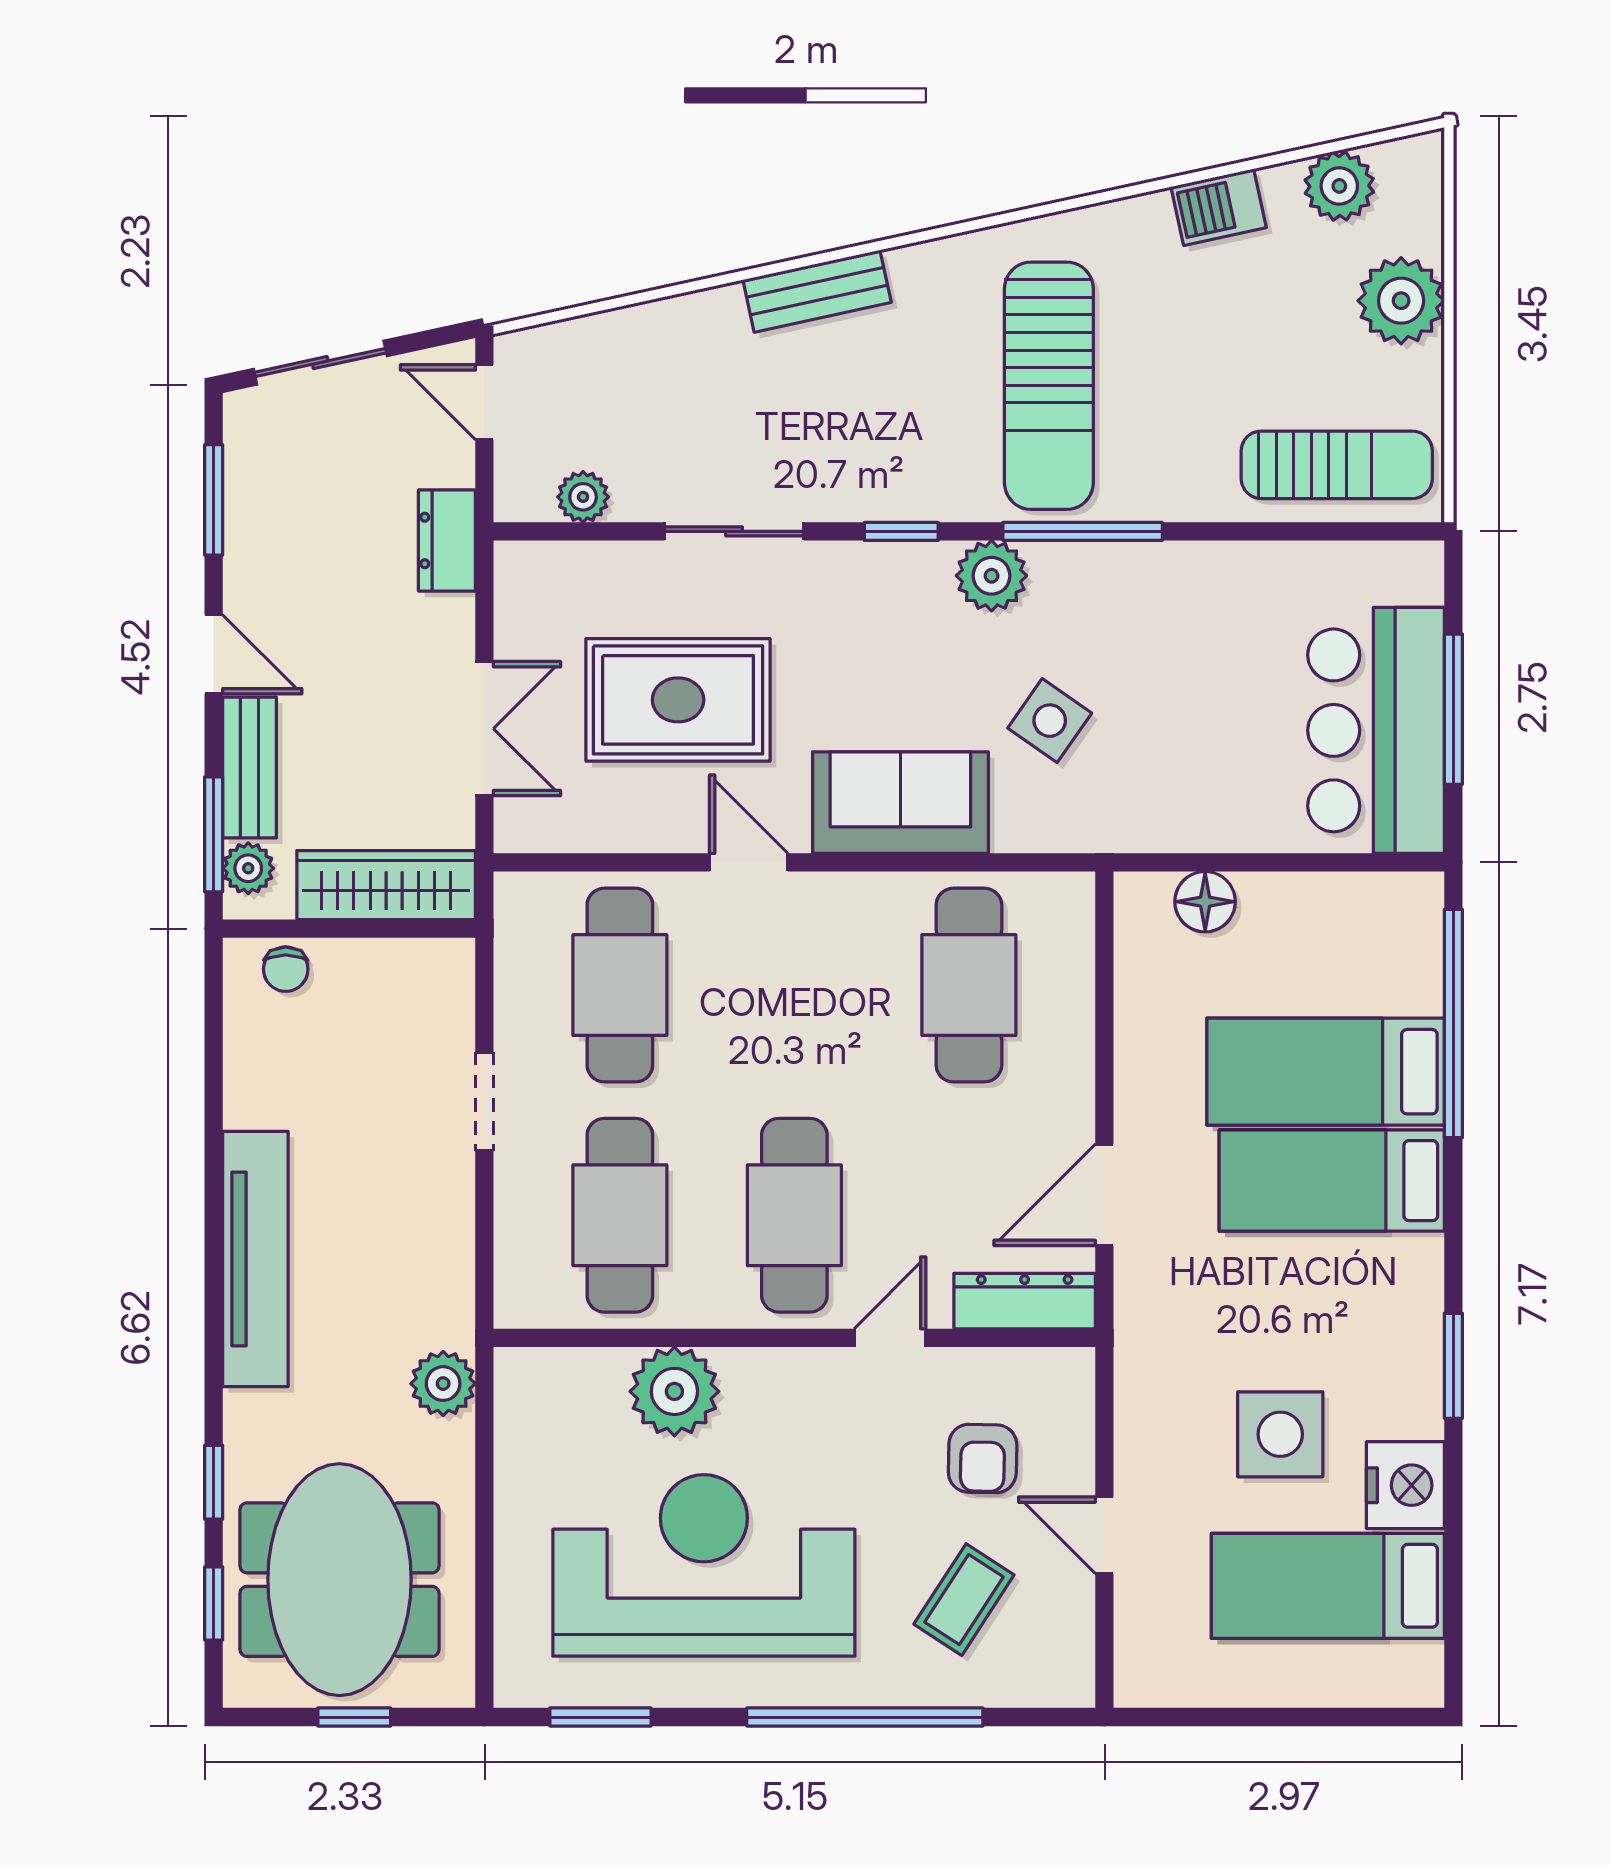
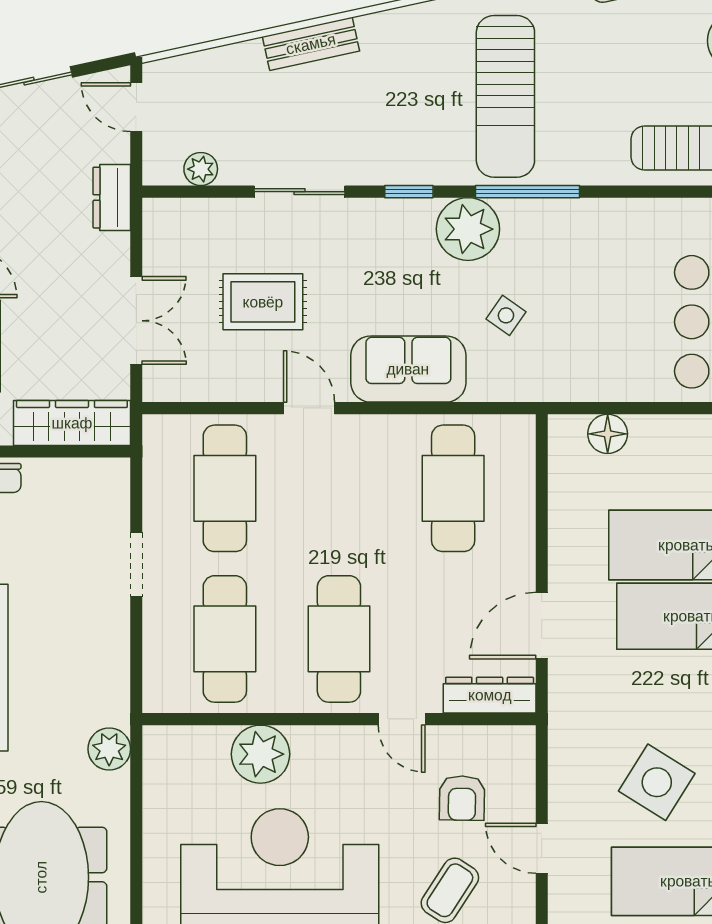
bench: (817, 291) -> (311, 44), moved
plant: (992, 576) -> (468, 229), width x1.36, depth x1.36
rug: (678, 700) -> (263, 302), width x0.73, depth x0.70
side table: (1050, 721) -> (506, 315), width x0.73, depth x0.73
door: (890, 1338) -> (402, 719), swing flipped
side table: (1280, 1434) -> (657, 782), turned 32

